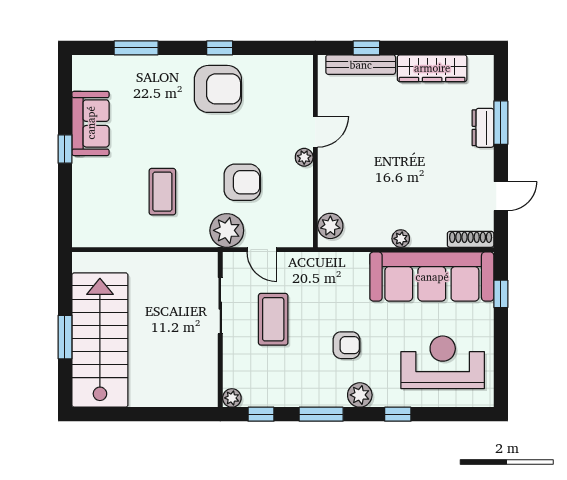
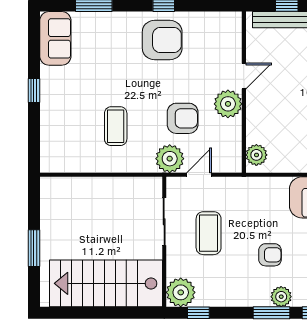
sofa: (91, 123) -> (55, 38), moved
plant: (304, 157) -> (228, 104), width x1.88, depth x1.88
door: (262, 250) -> (199, 175), swing flipped
stairs: (100, 340) -> (106, 283), moved, turned -90
plant: (232, 398) -> (181, 292), width x1.88, depth x1.88
window: (321, 414) -> (271, 313), moved

